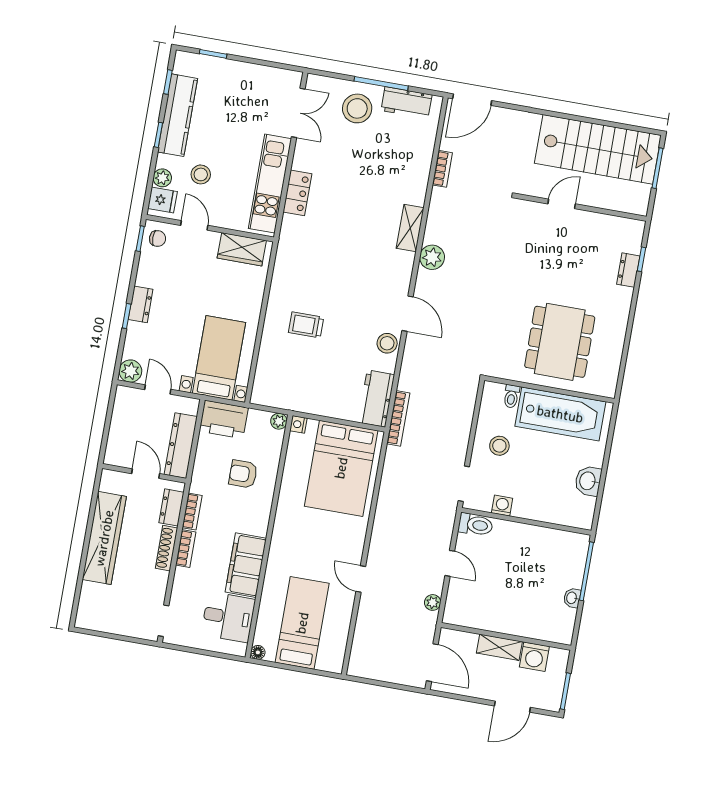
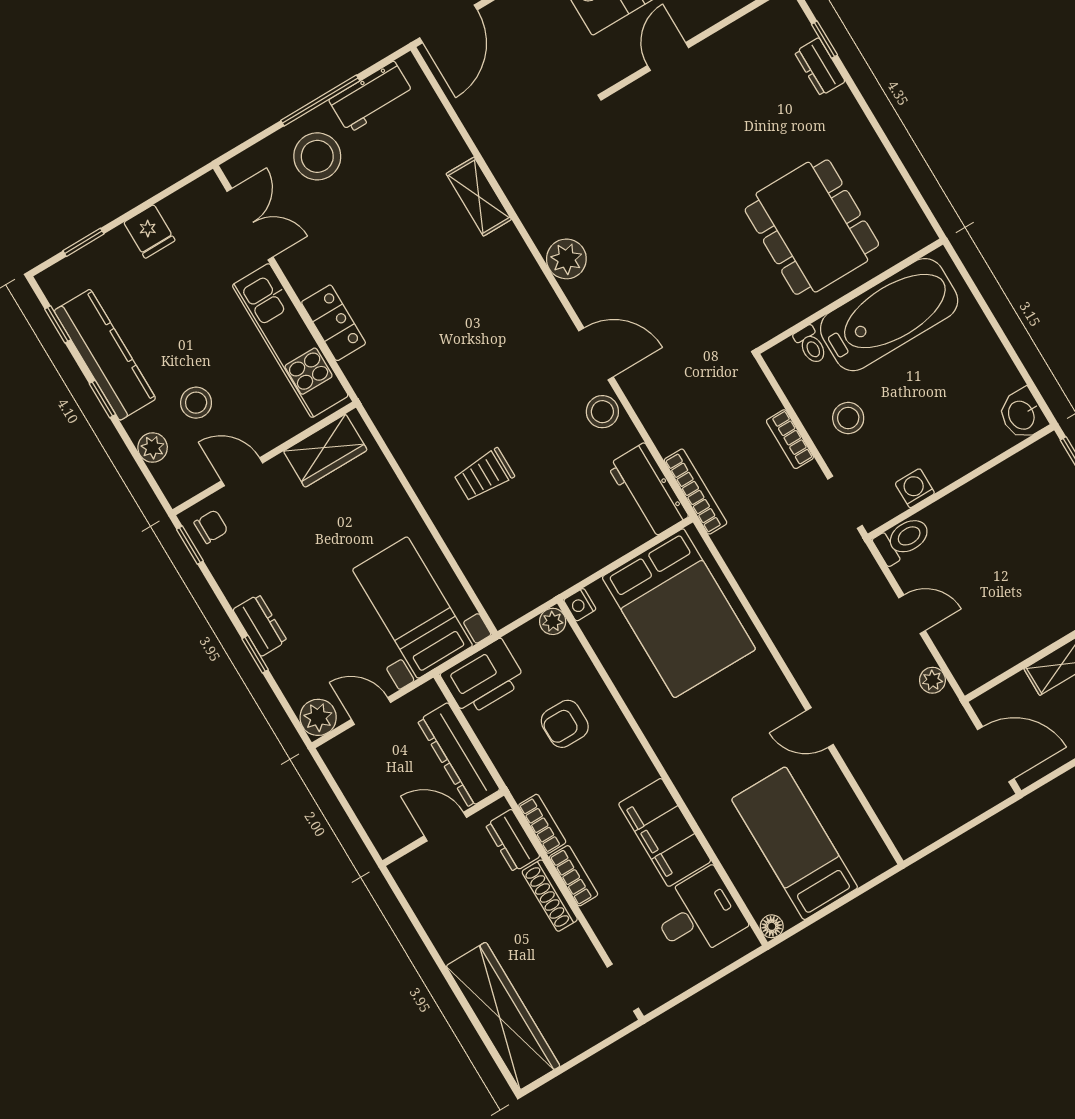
bookcase: (442, 169) -> (790, 439), moved, turned 180
fridge: (162, 200) -> (149, 231), moved, turned 90
shelving: (410, 228) -> (479, 197), moved
washbasin: (588, 481) -> (1022, 415), moved
wardrobe: (104, 538) -> (503, 1016), moved

